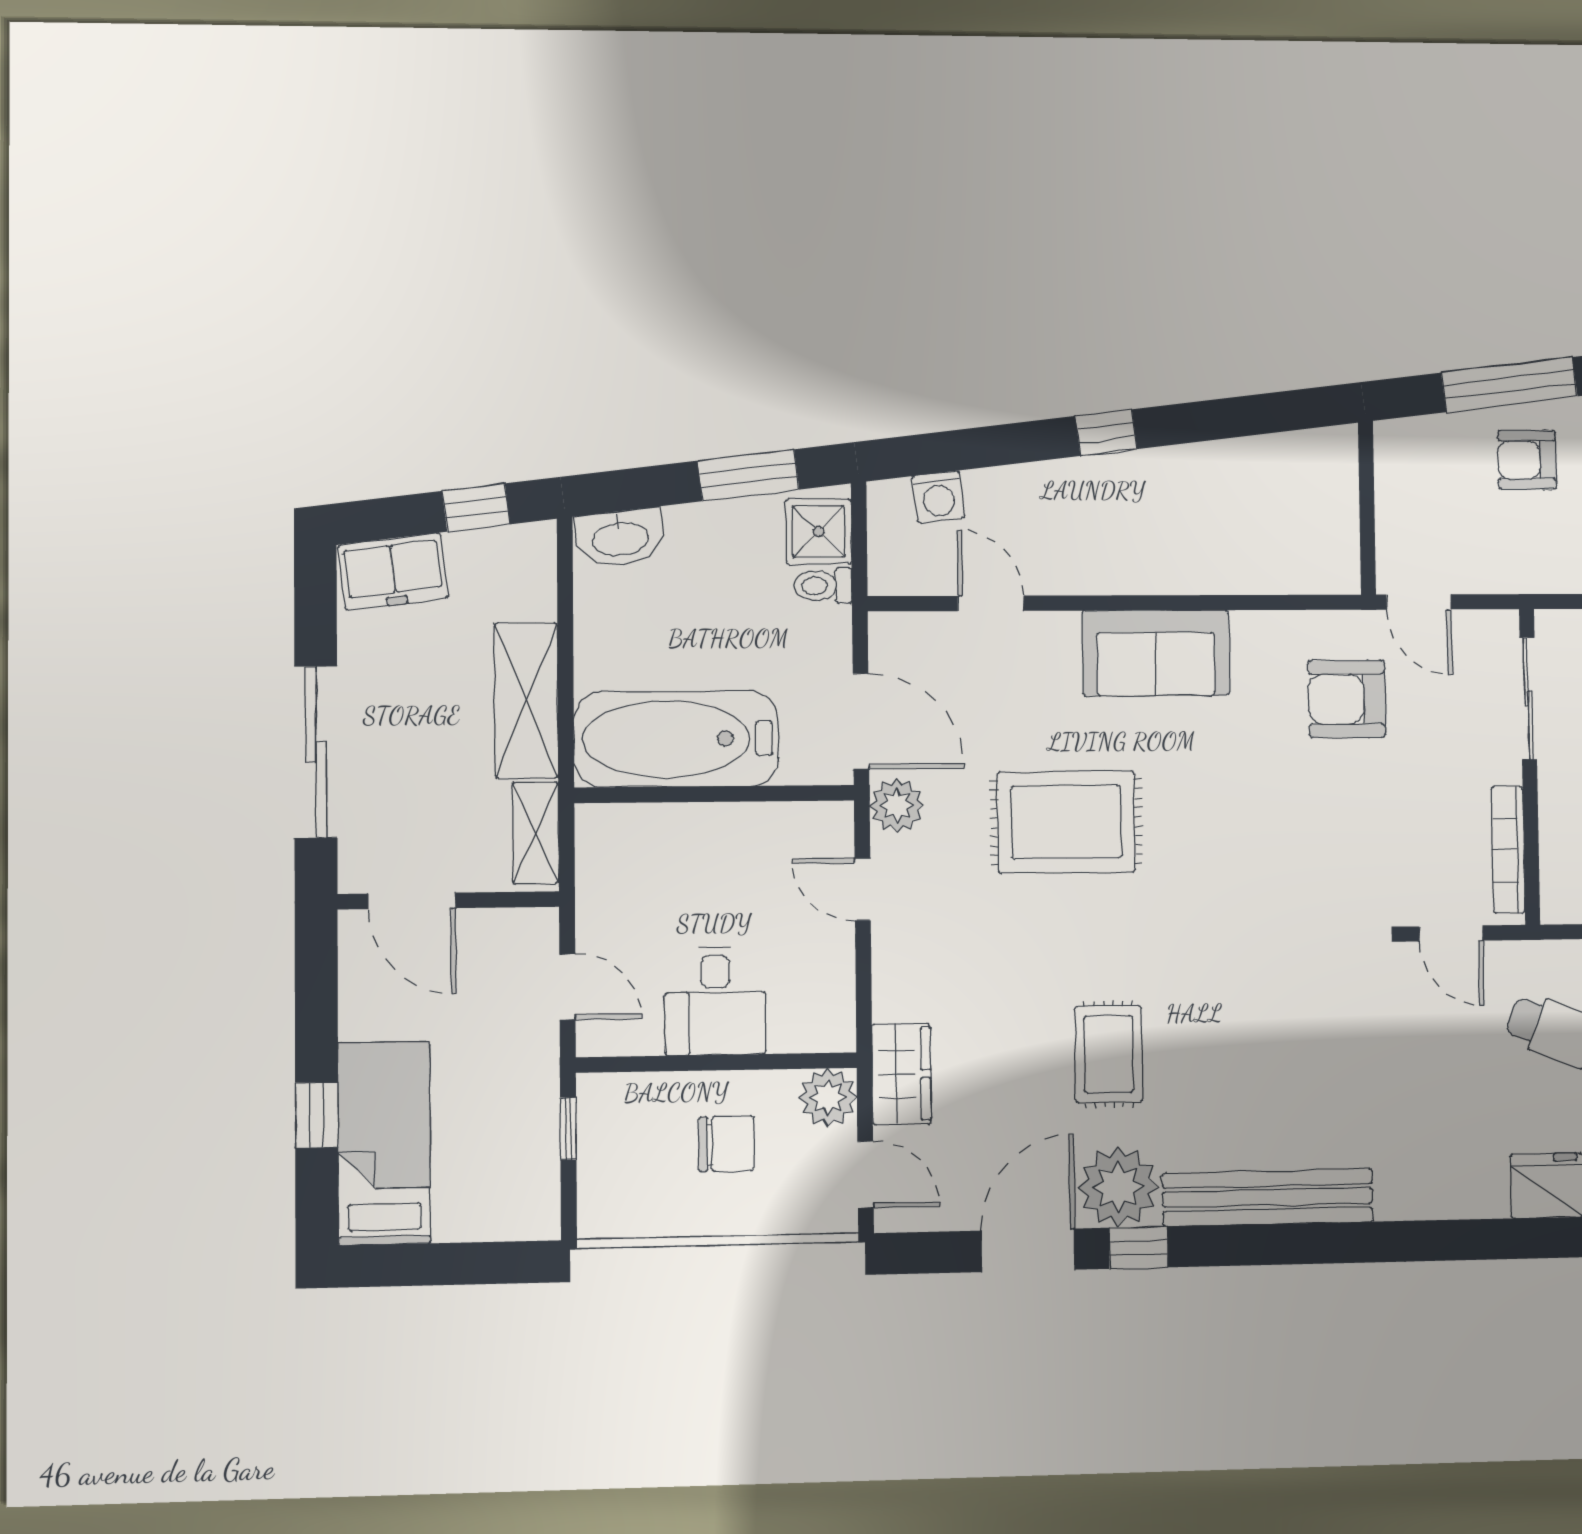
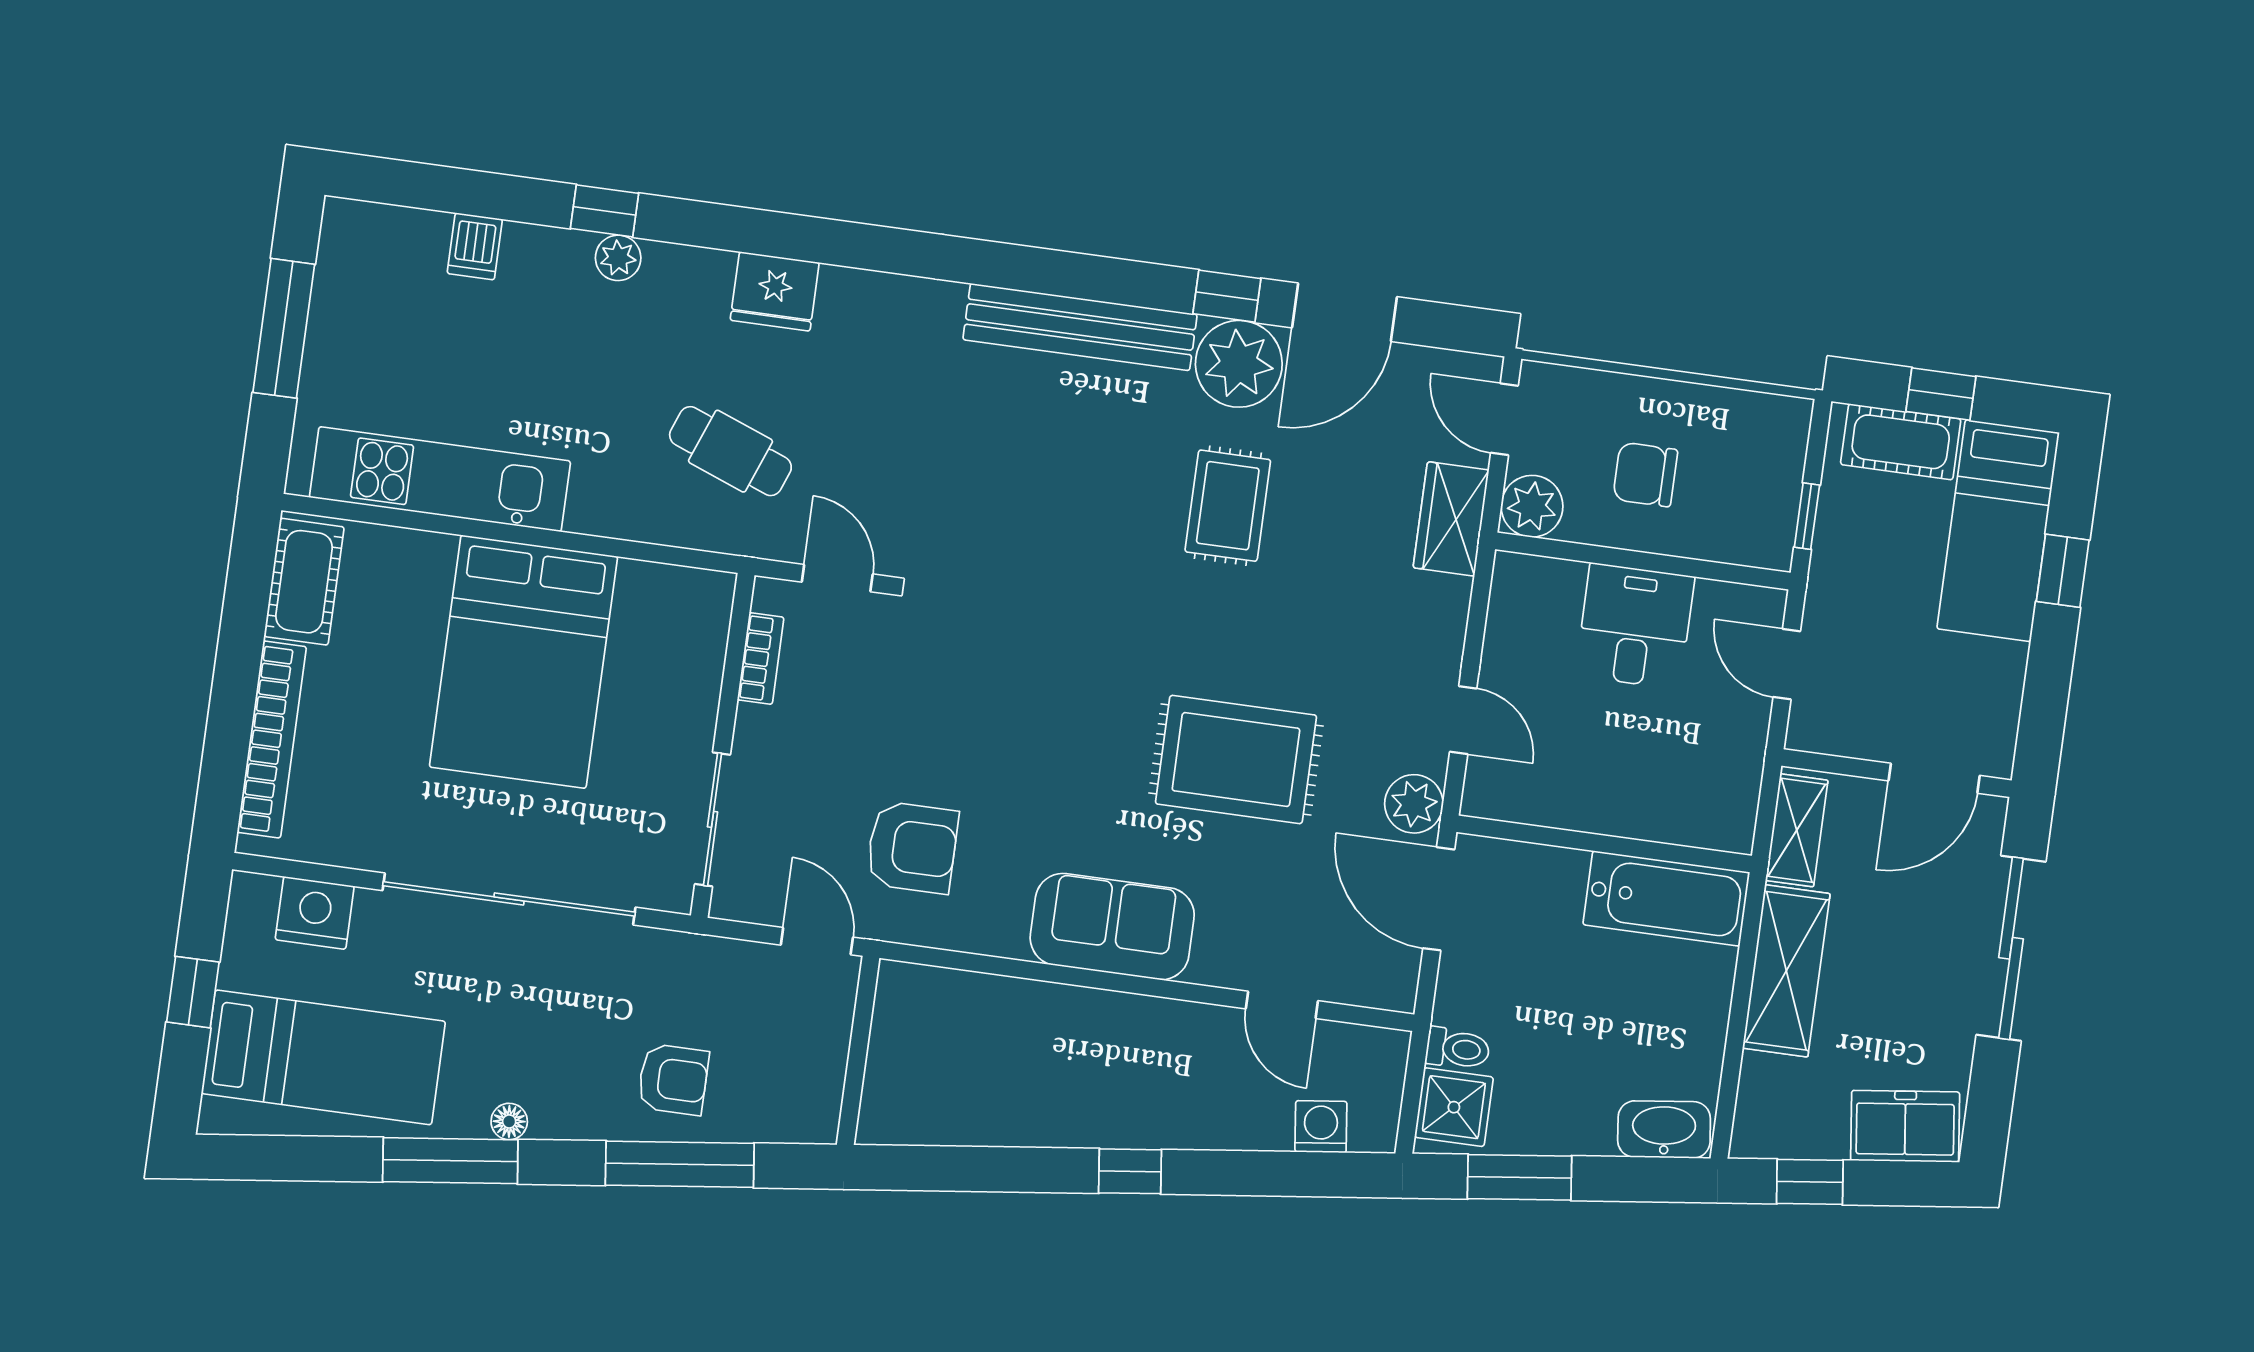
bathtub: (676, 739) -> (1666, 898), width x0.73, depth x0.73
bookcase: (1508, 850) -> (761, 659), width x0.64
door: (412, 901) -> (1934, 778), swing flipped
cot: (489, 1213) -> (1901, 442), added
window: (457, 1264) -> (1941, 394), added

